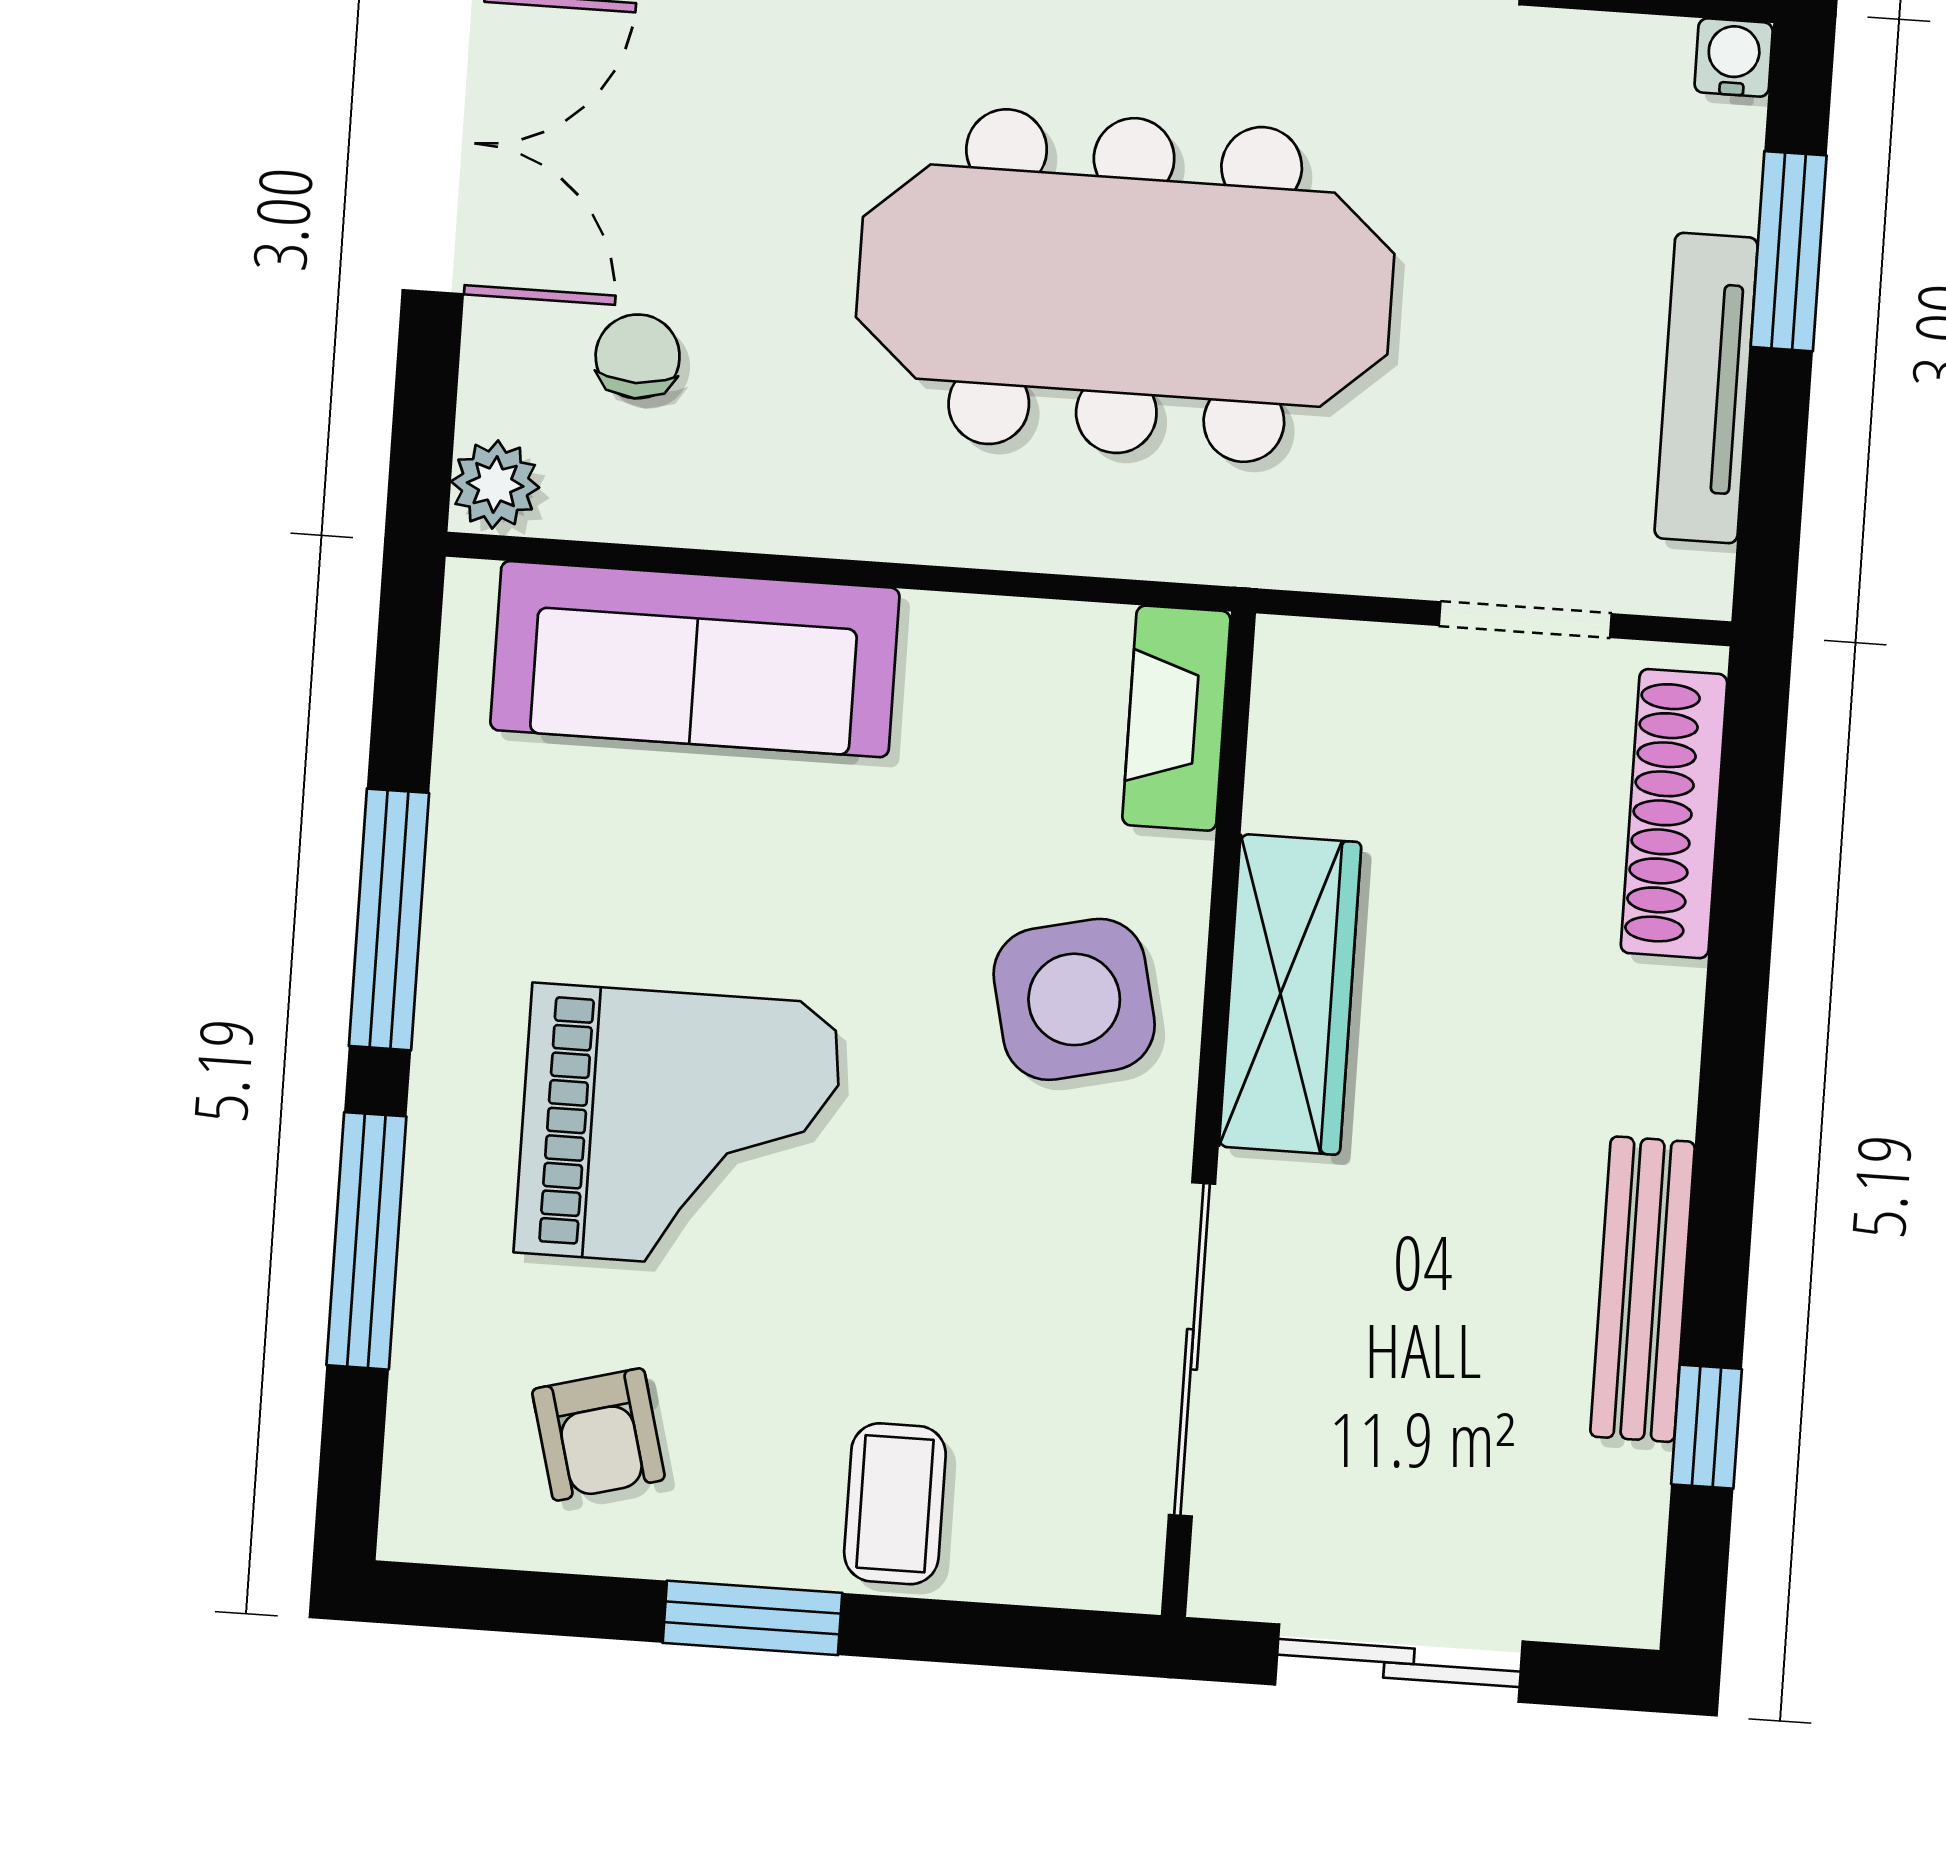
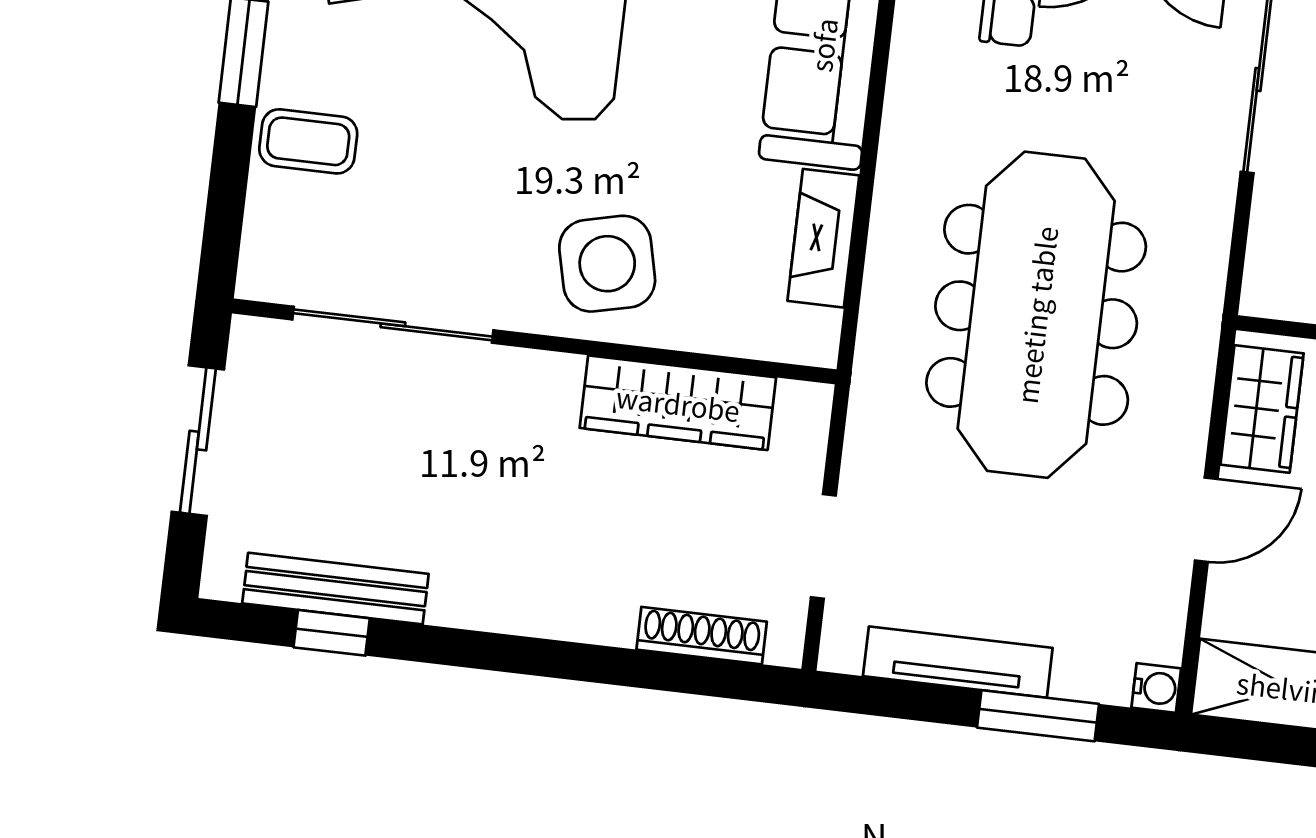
fireplace: (1176, 718) -> (823, 238), moved, turned -90
shoe rack: (1674, 814) -> (702, 636), width x0.74, depth x0.81
wardrobe: (1290, 994) -> (678, 403), moved
bench: (1643, 1289) -> (335, 589), moved

